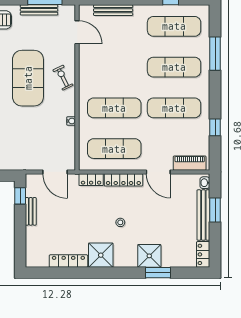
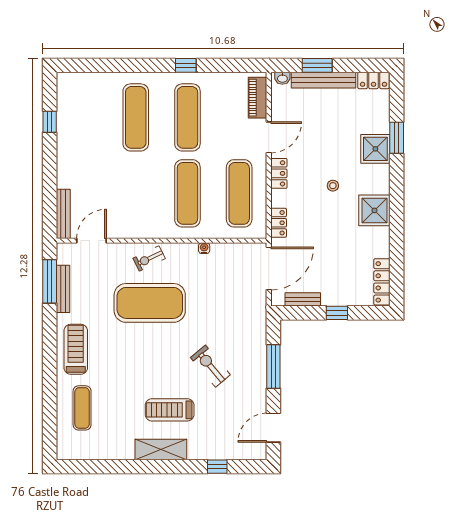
bench: (113, 10) -> (63, 214), moved
exercise mat: (174, 26) -> (84, 117), removed
window: (215, 54) -> (119, 65), removed
window: (215, 127) -> (186, 65), moved
door: (55, 172) -> (269, 268), width x1.36
locker: (123, 180) -> (279, 173), width x0.66
window: (20, 196) -> (337, 313), moved
bench: (31, 211) -> (303, 299), moved
locker: (68, 261) -> (382, 282), moved

